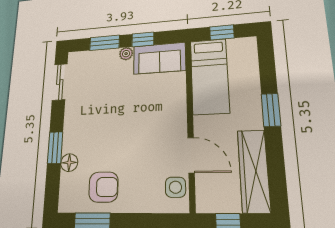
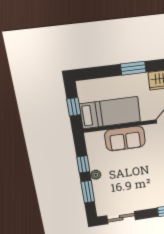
sofa: (159, 58) -> (125, 138), moved, turned 90

